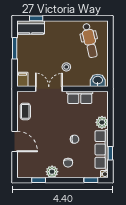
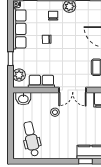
plant: (102, 122) -> (19, 75), moved
window: (110, 153) -> (11, 59), moved

